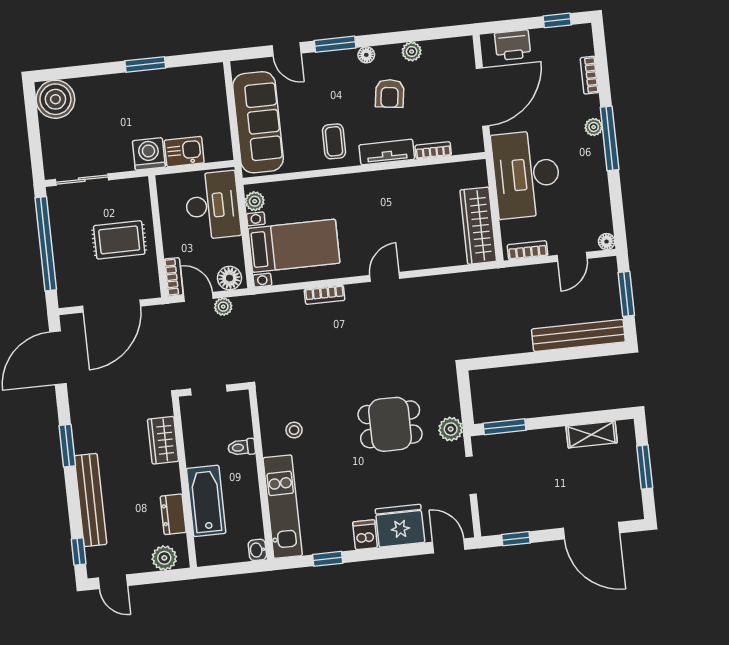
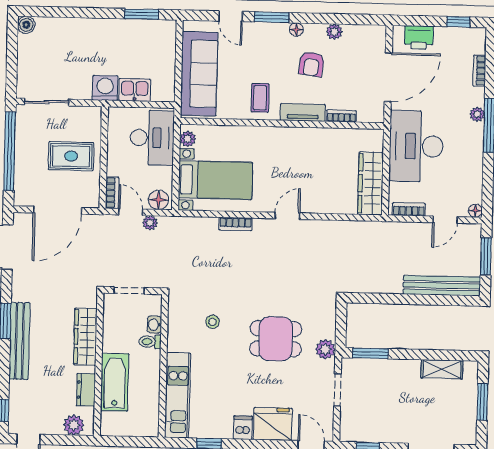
window: (145, 64) -> (142, 14), moved
boiler: (55, 99) -> (26, 25), width x0.54, depth x0.54
stool: (294, 430) -> (213, 322), moved
wardrobe: (163, 440) -> (85, 337), width x1.50
bench: (90, 500) -> (19, 341), moved
washbasin: (257, 550) -> (154, 325), moved

